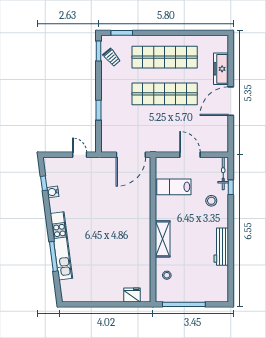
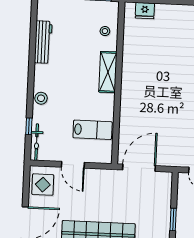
display table: (216, 136) -> (43, 185), added
stool: (211, 201) -> (41, 98), moved
workbench: (221, 247) -> (43, 42), moved

